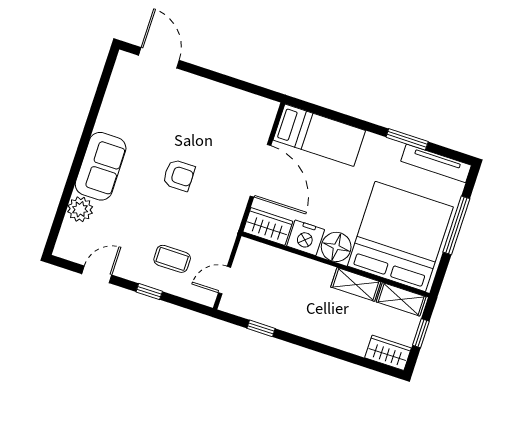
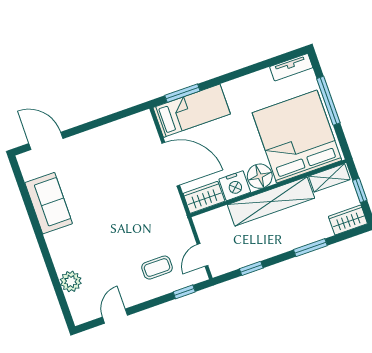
window: (407, 139) -> (182, 93), moved
tv unit: (436, 163) -> (291, 67), width x0.71
sofa: (101, 166) -> (49, 203), moved
armchair: (179, 175) -> (119, 209), removed
shelving: (356, 284) -> (271, 201), width x2.20, depth x1.33
window: (149, 292) -> (184, 292), moved
window: (332, 352) -> (310, 248), added

